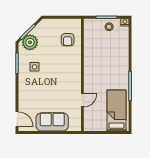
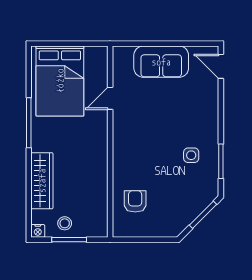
plant: (30, 42) -> (199, 197), removed
wardrobe: (122, 52) -> (42, 181), added
bed: (116, 111) -> (60, 81), width x1.50

